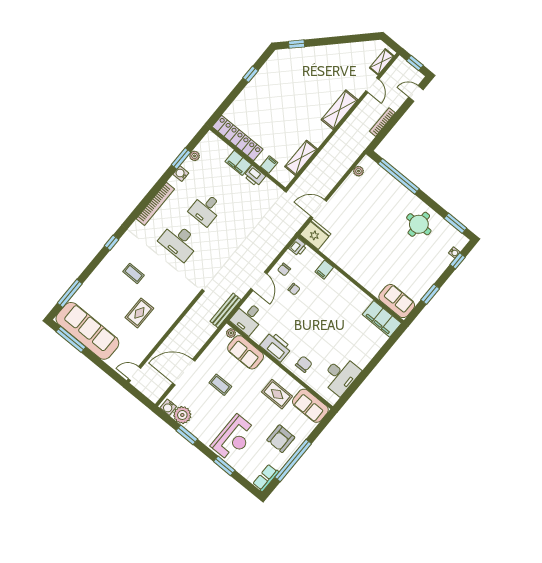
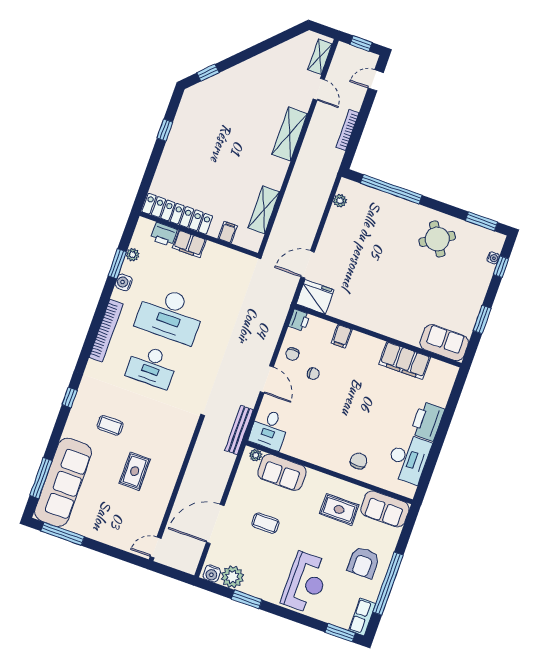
printer: (255, 176) -> (164, 234), moved
desk: (206, 209) -> (170, 315), width x1.87, depth x1.30
round table: (419, 224) -> (437, 239), turned -32
filing cabinet: (382, 319) -> (405, 361), moved
sofa: (87, 331) -> (63, 482), moved, turned 90
printer: (276, 347) -> (427, 421), moved, turned -90
window: (224, 466) -> (340, 633), moved

